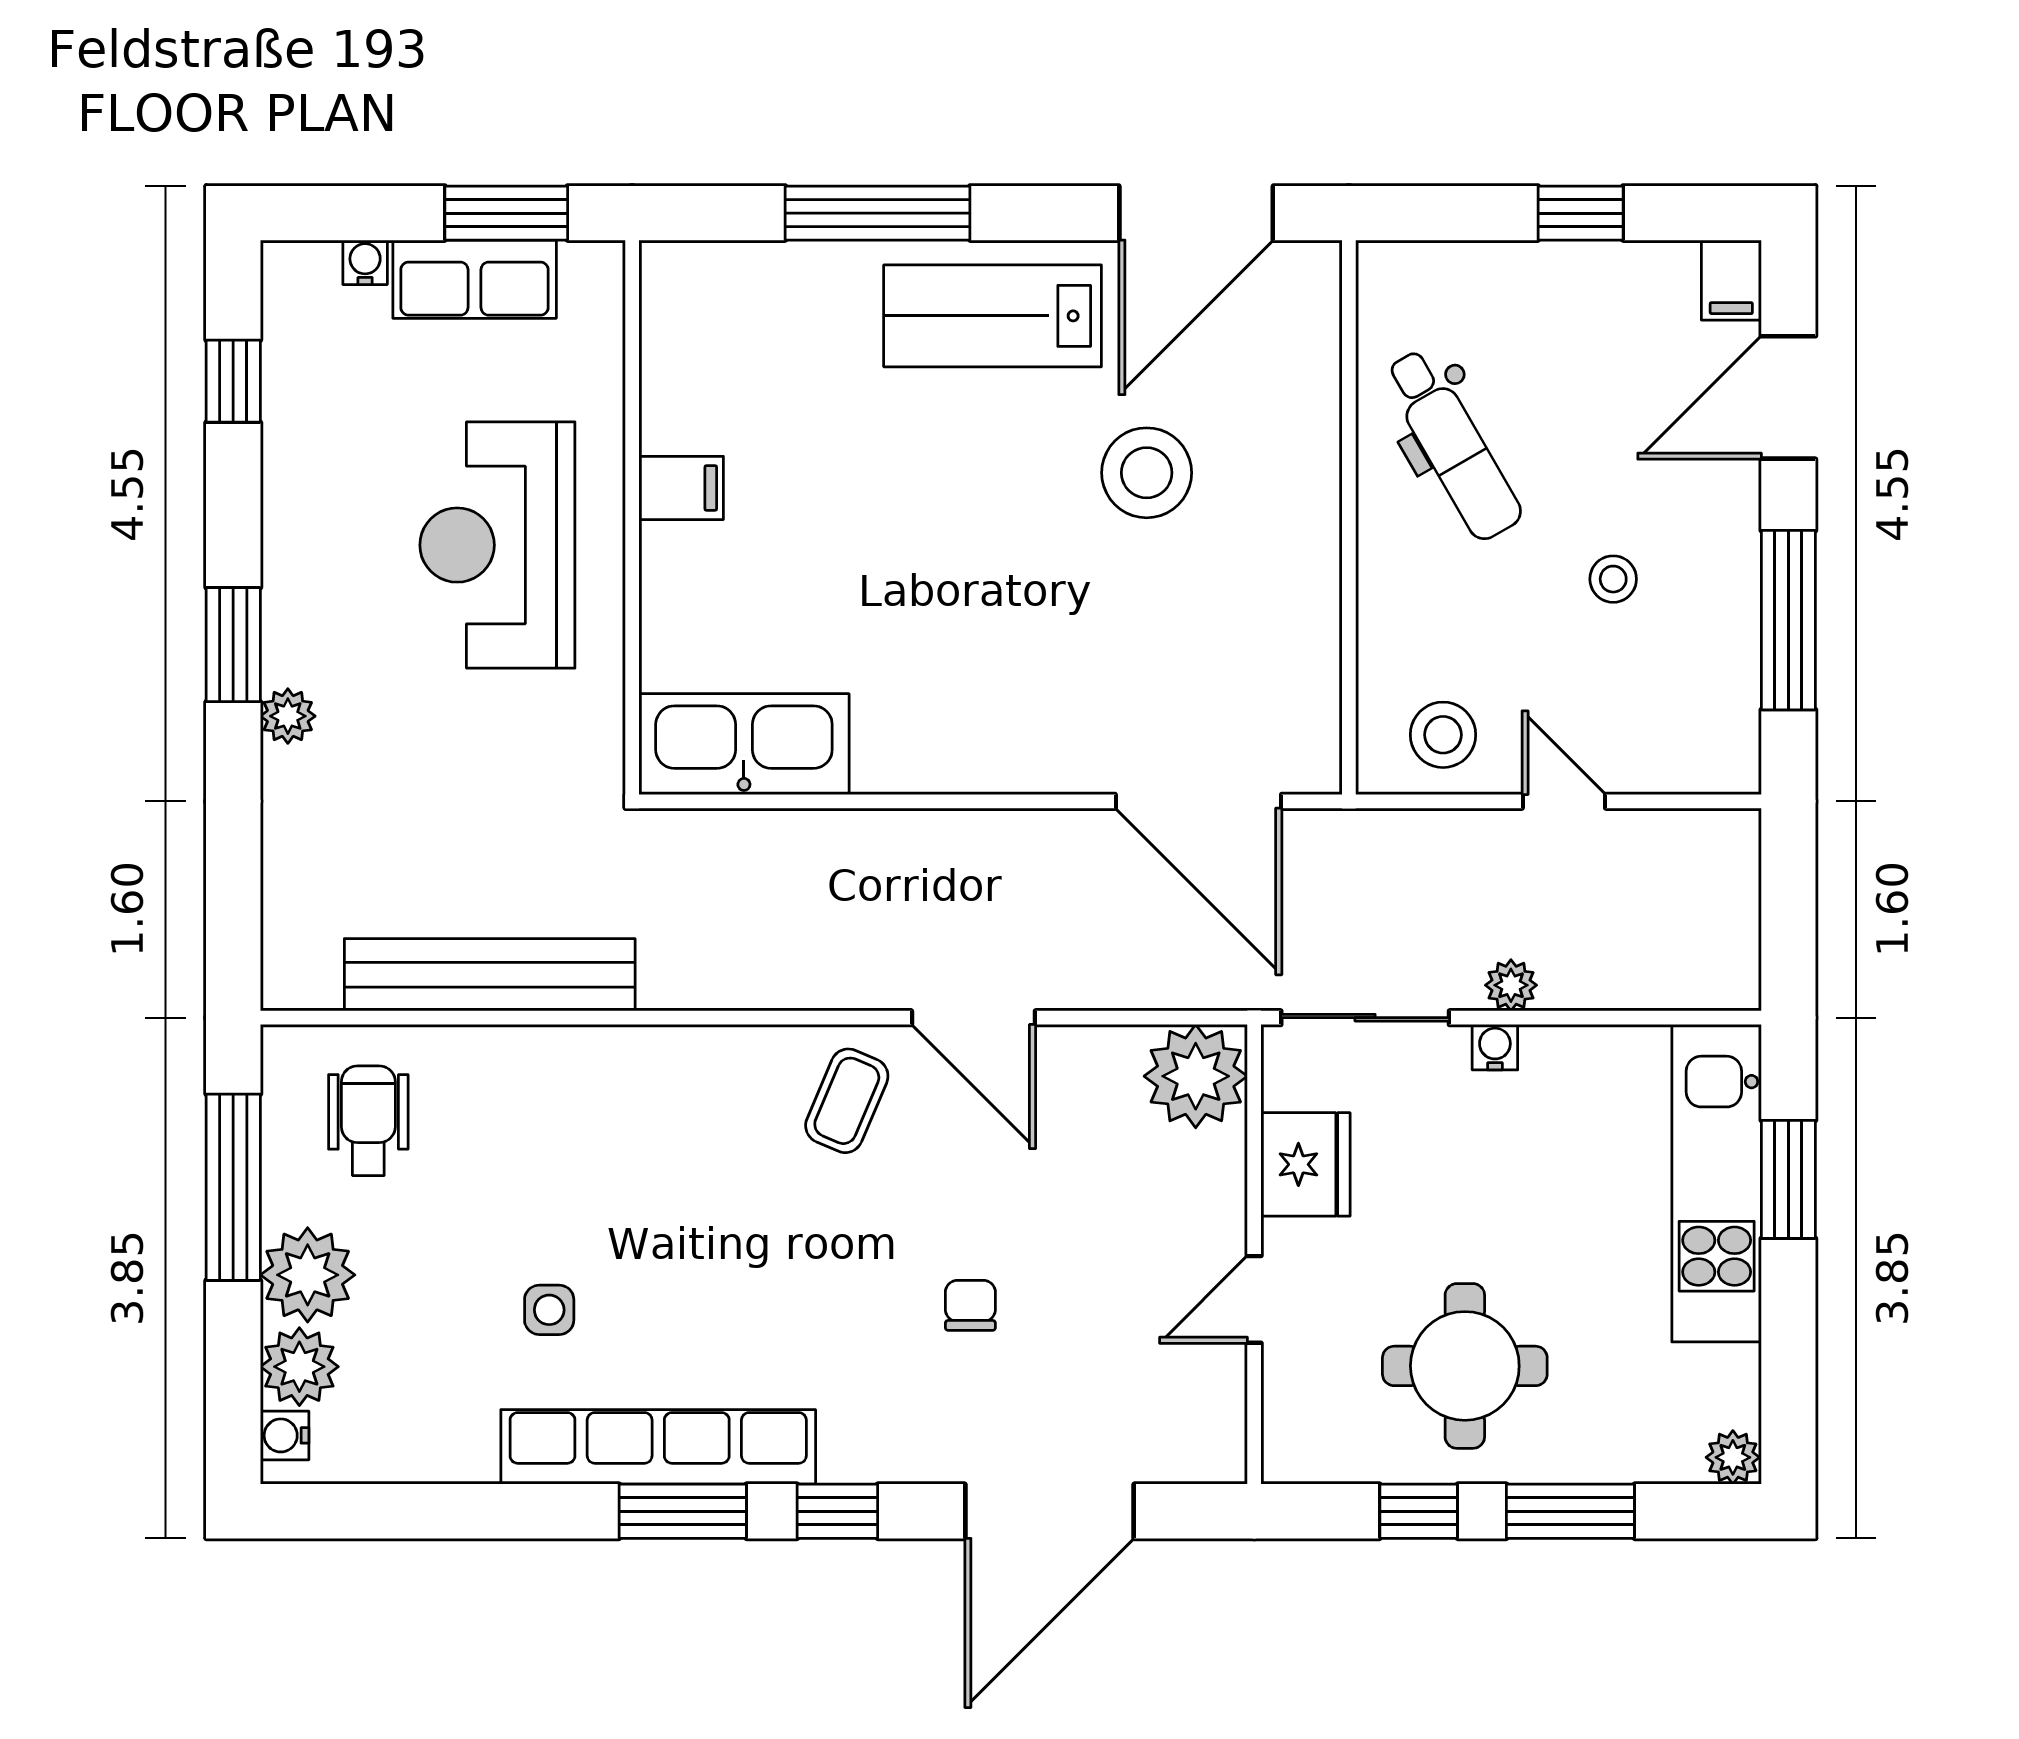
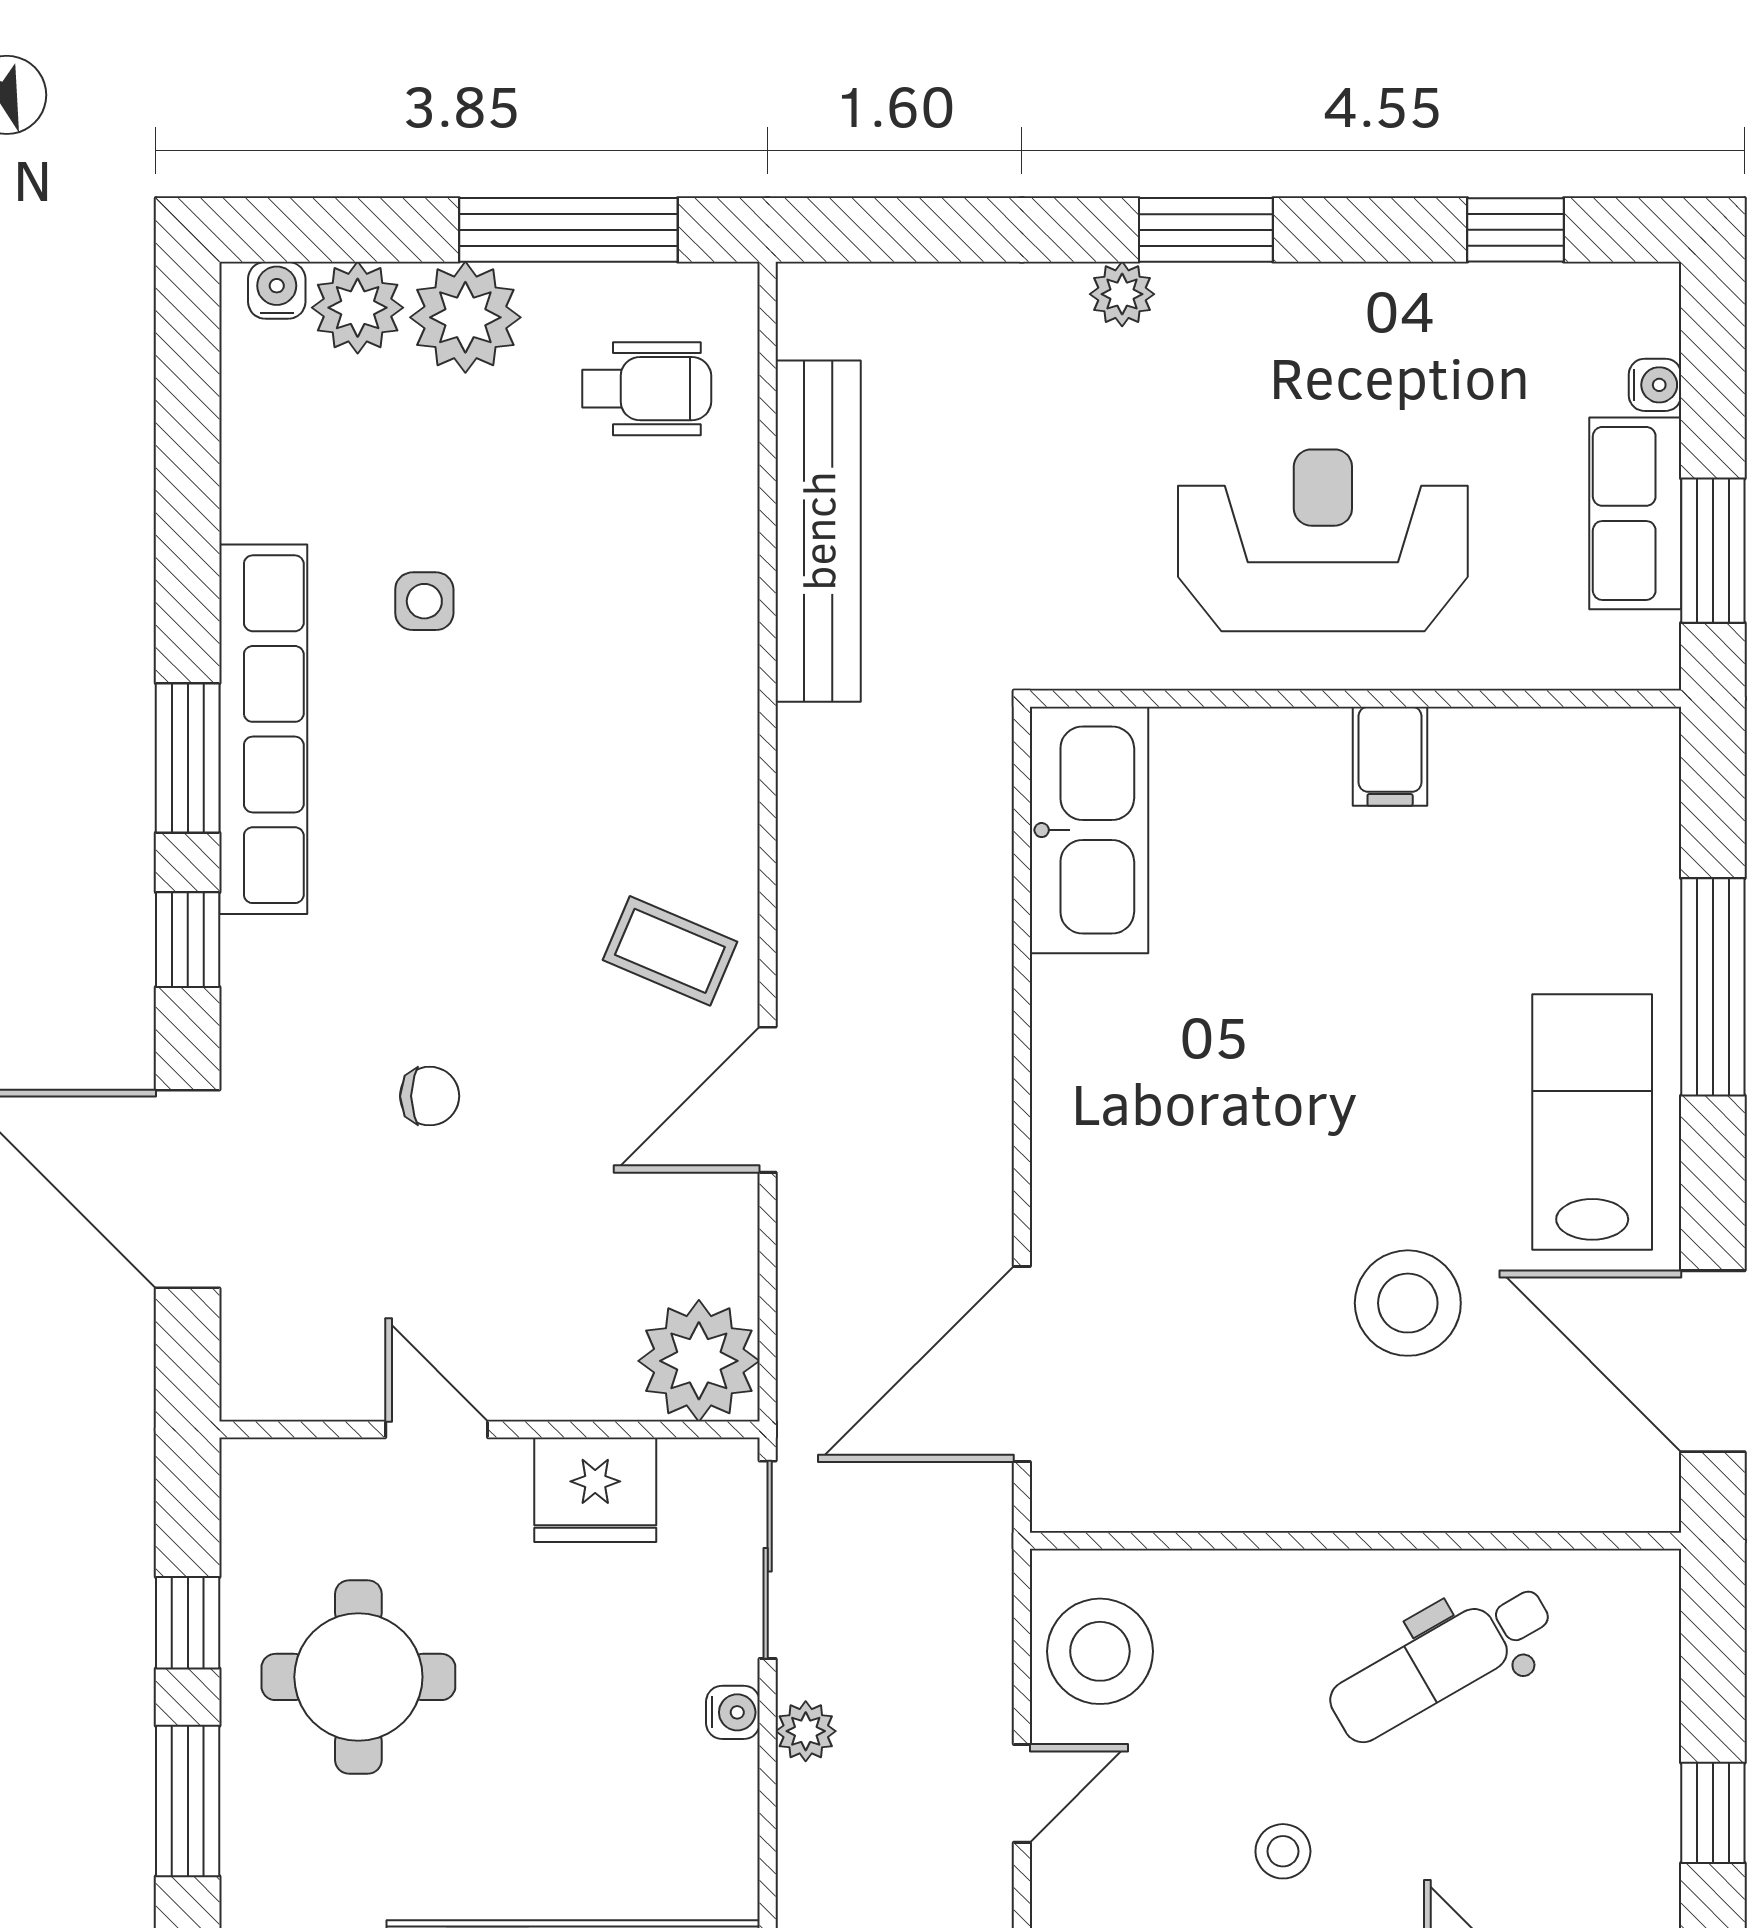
stool: (1443, 735) -> (1100, 1651), width x1.38, depth x1.38

